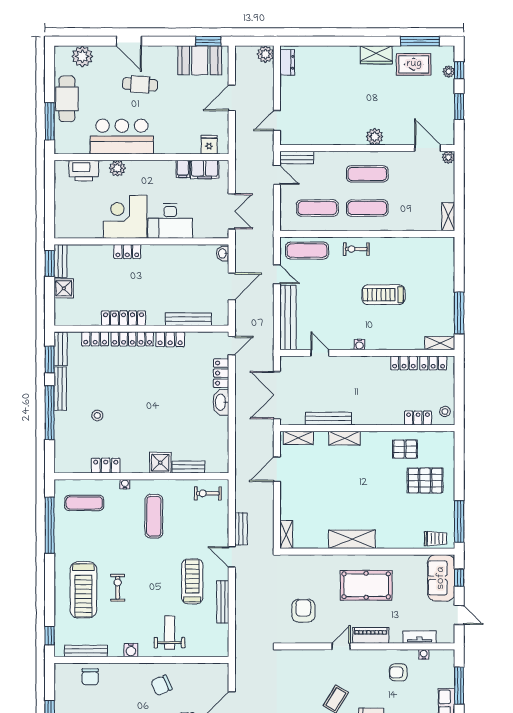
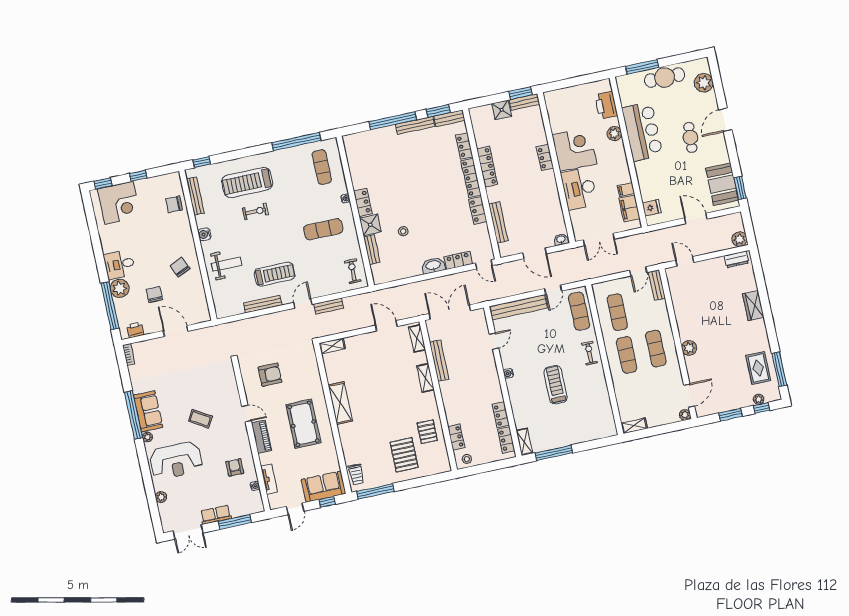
wardrobe: (376, 55) -> (753, 306), moved
stool: (97, 415) -> (403, 231), moved
locker: (106, 466) -> (363, 202), moved

